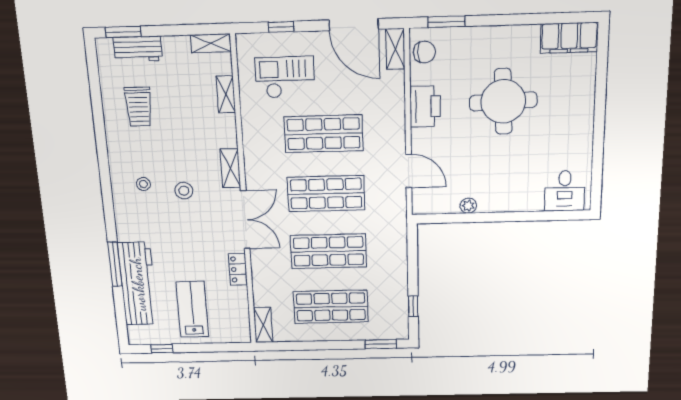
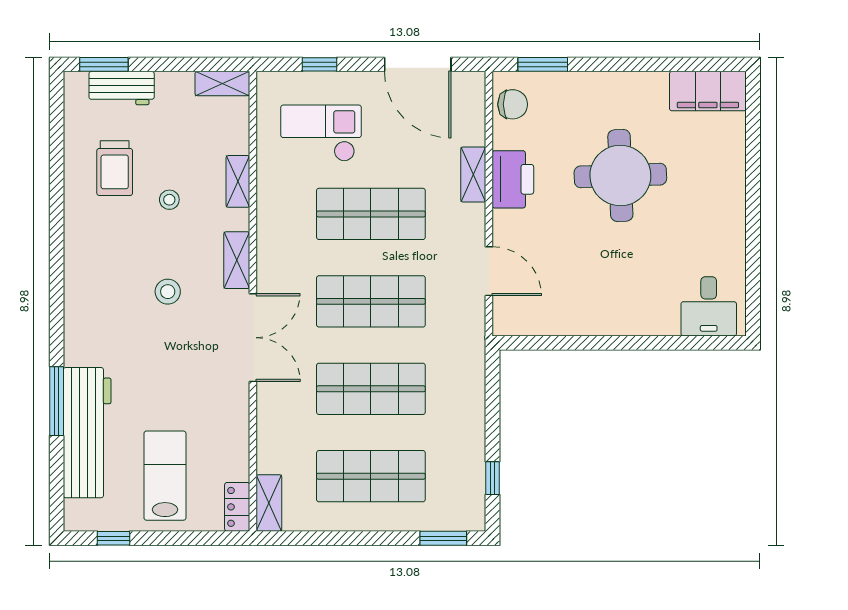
shelving: (395, 49) -> (473, 175), moved
shelving: (226, 94) -> (238, 181), moved
stool: (143, 184) -> (169, 200), moved
plant: (468, 206) -> (573, 325), removed
locker: (238, 269) -> (237, 507), moved

